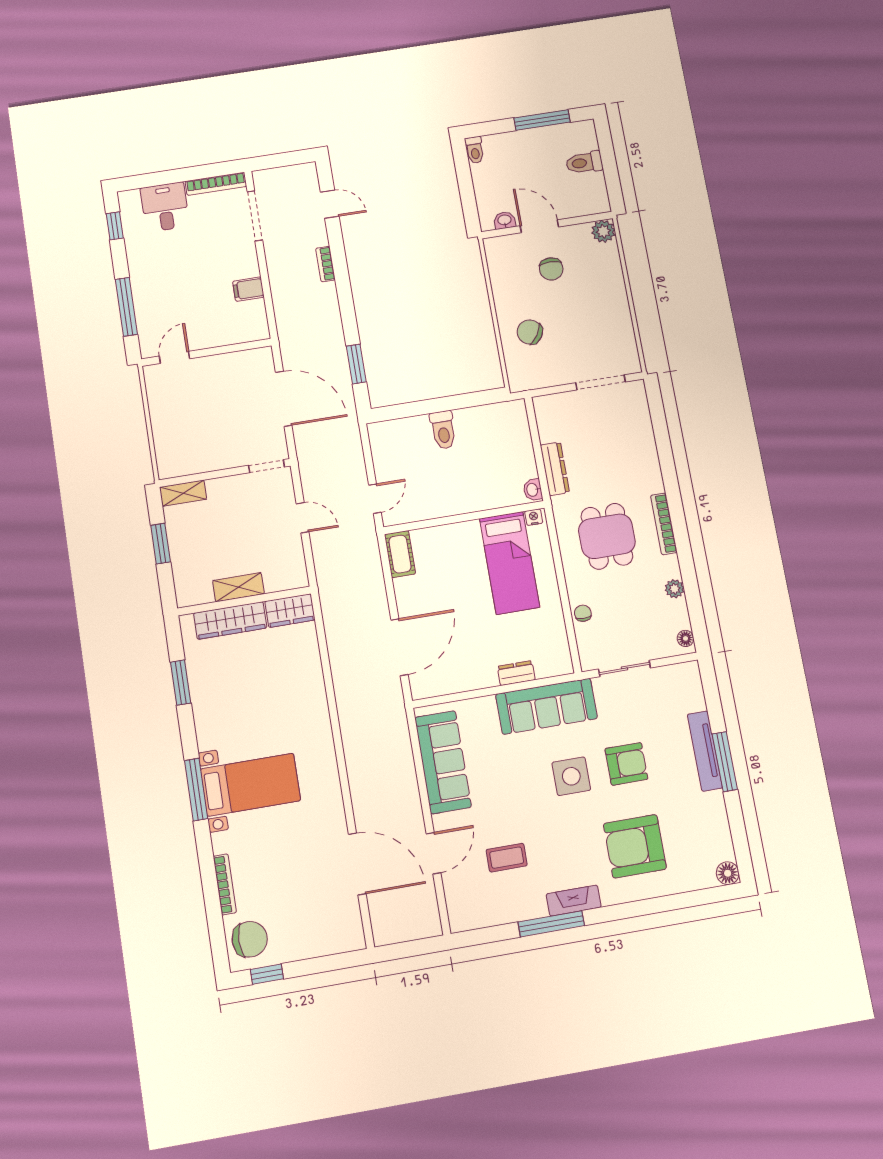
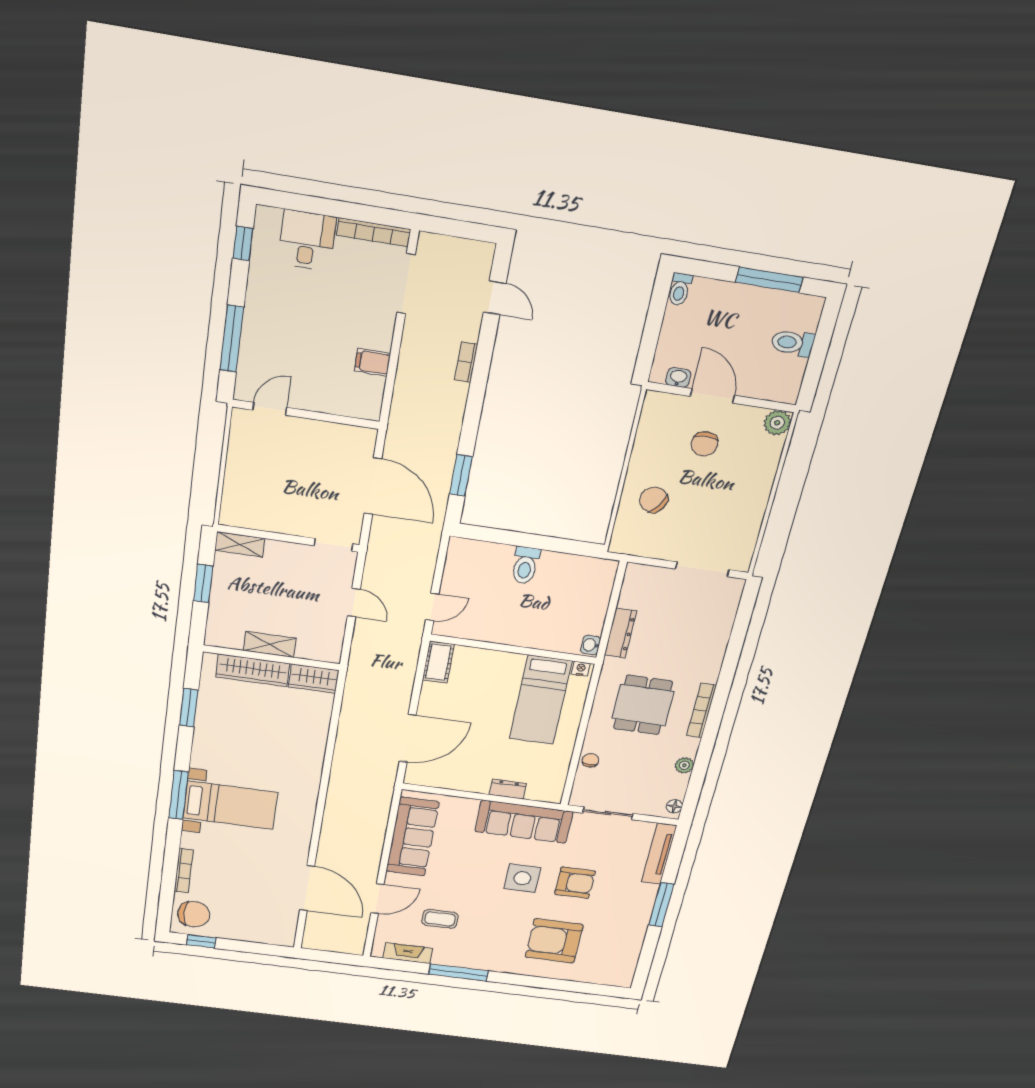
tv unit: (705, 751) -> (659, 854), moved
floor lamp: (728, 873) -> (623, 979), removed
fireplace: (574, 901) -> (408, 953), moved

